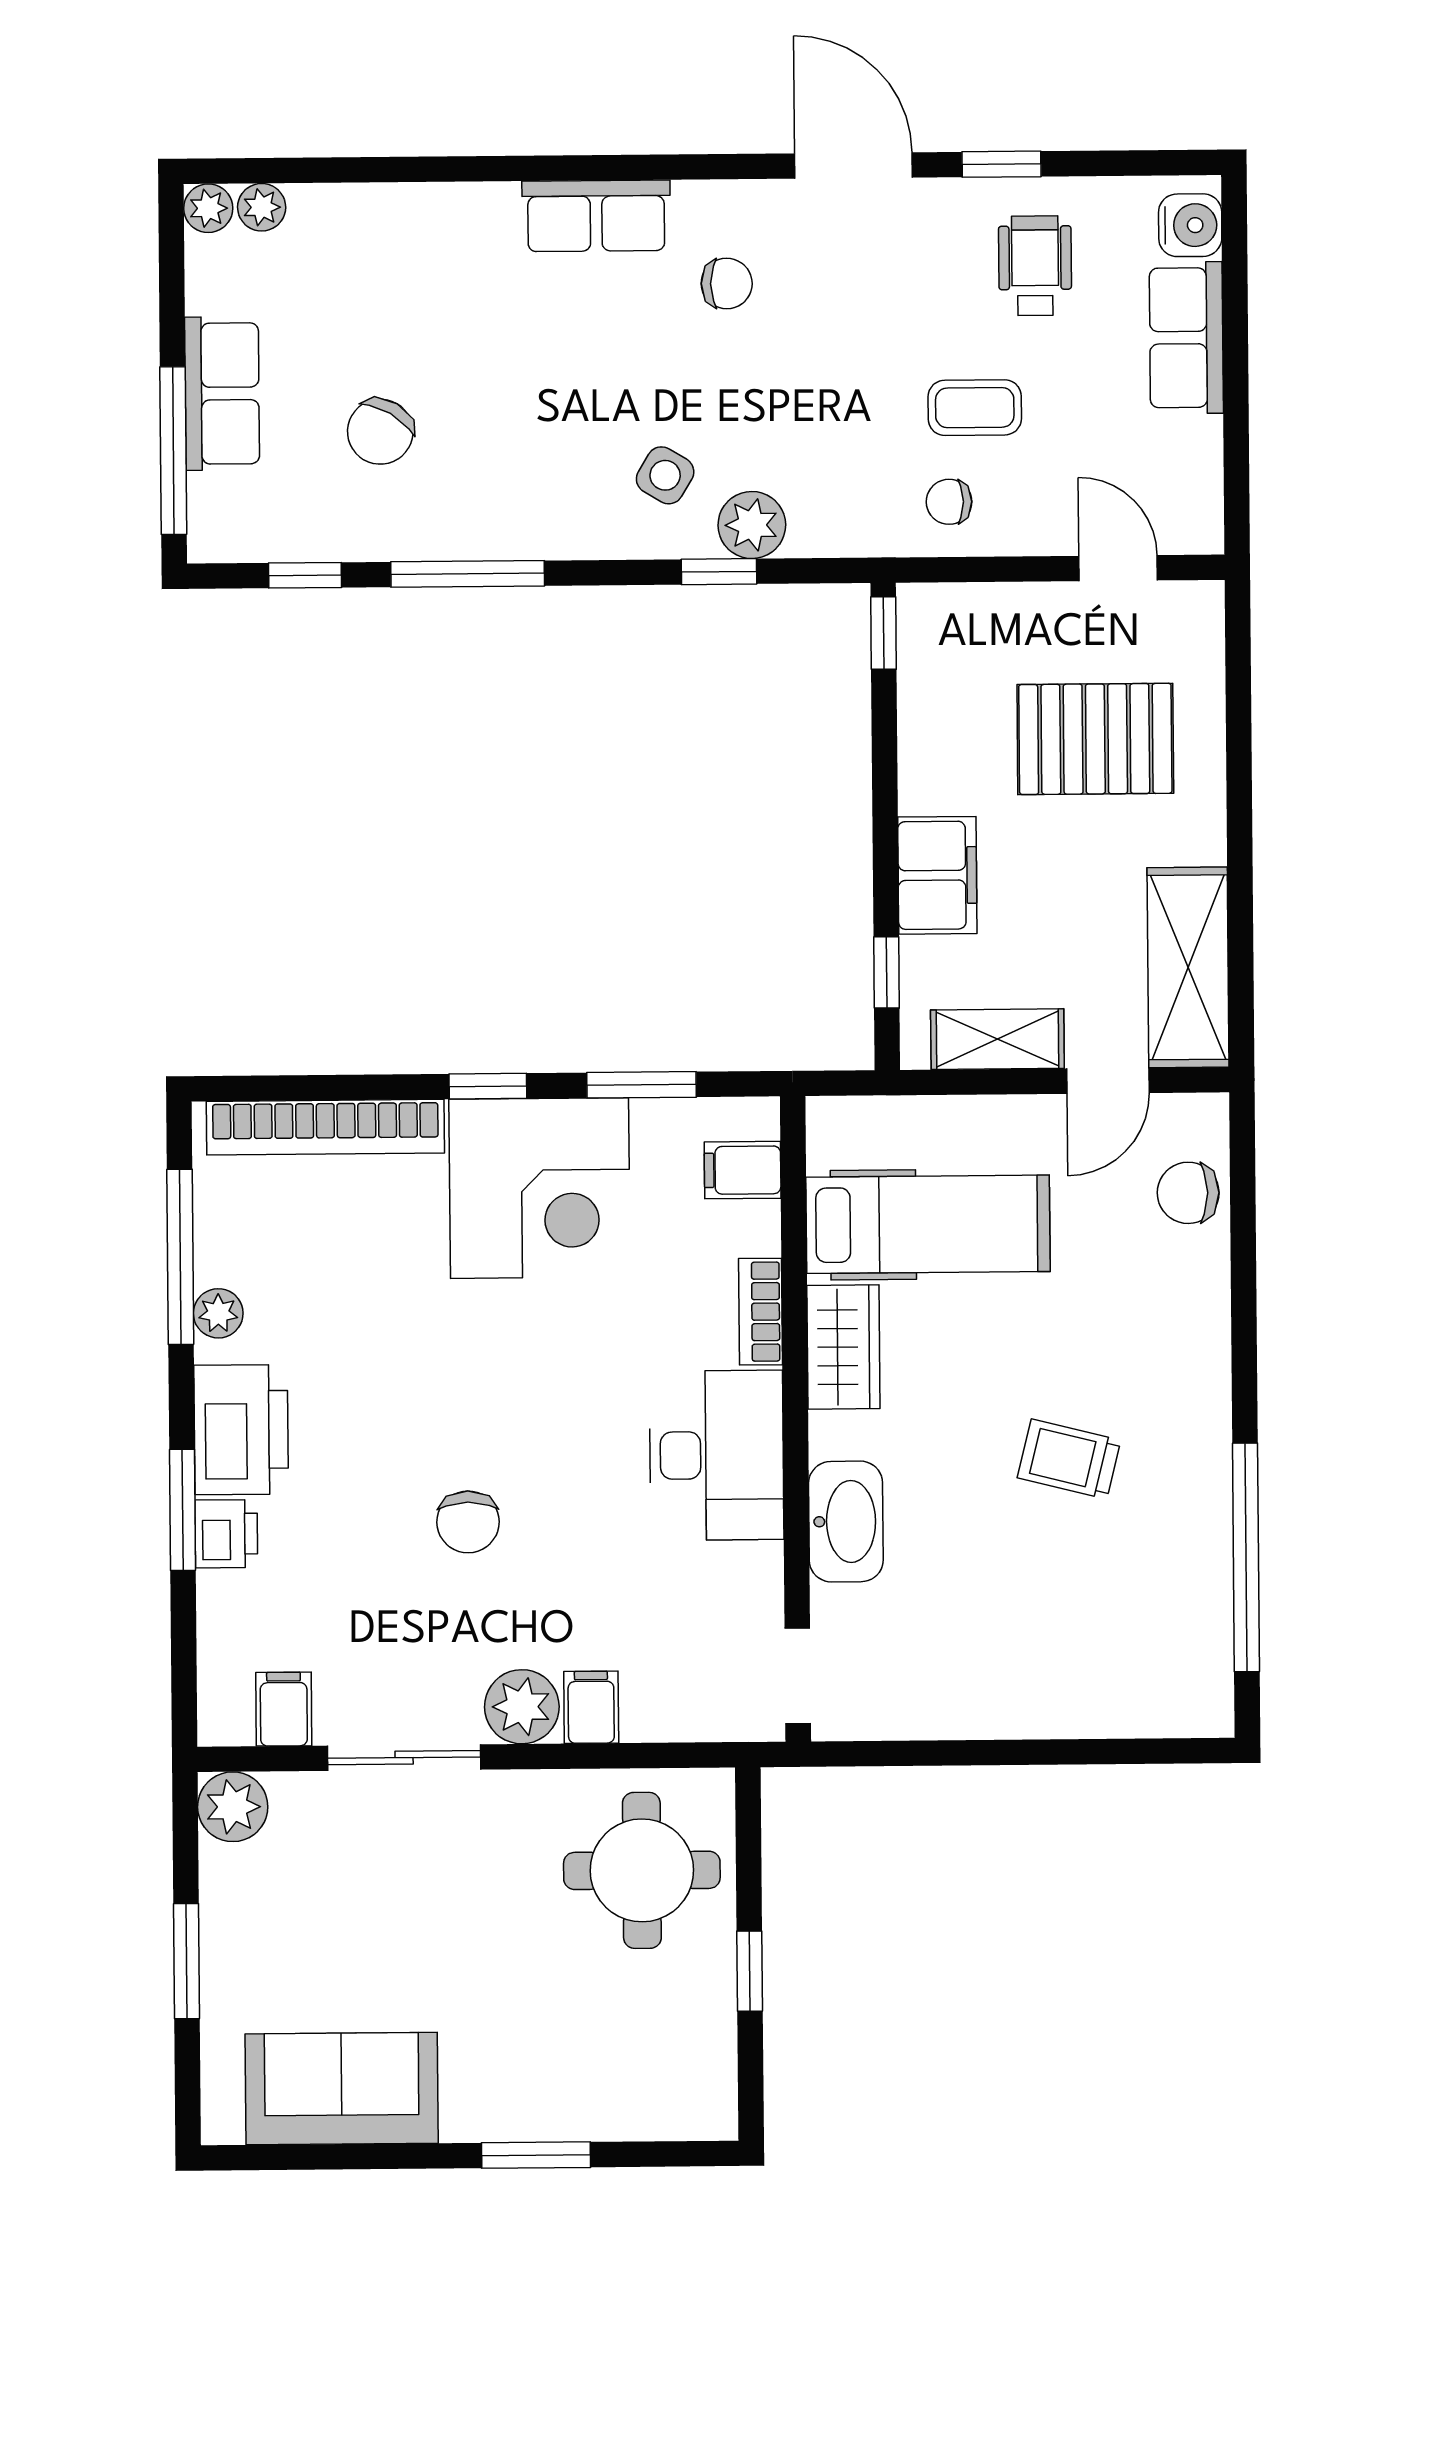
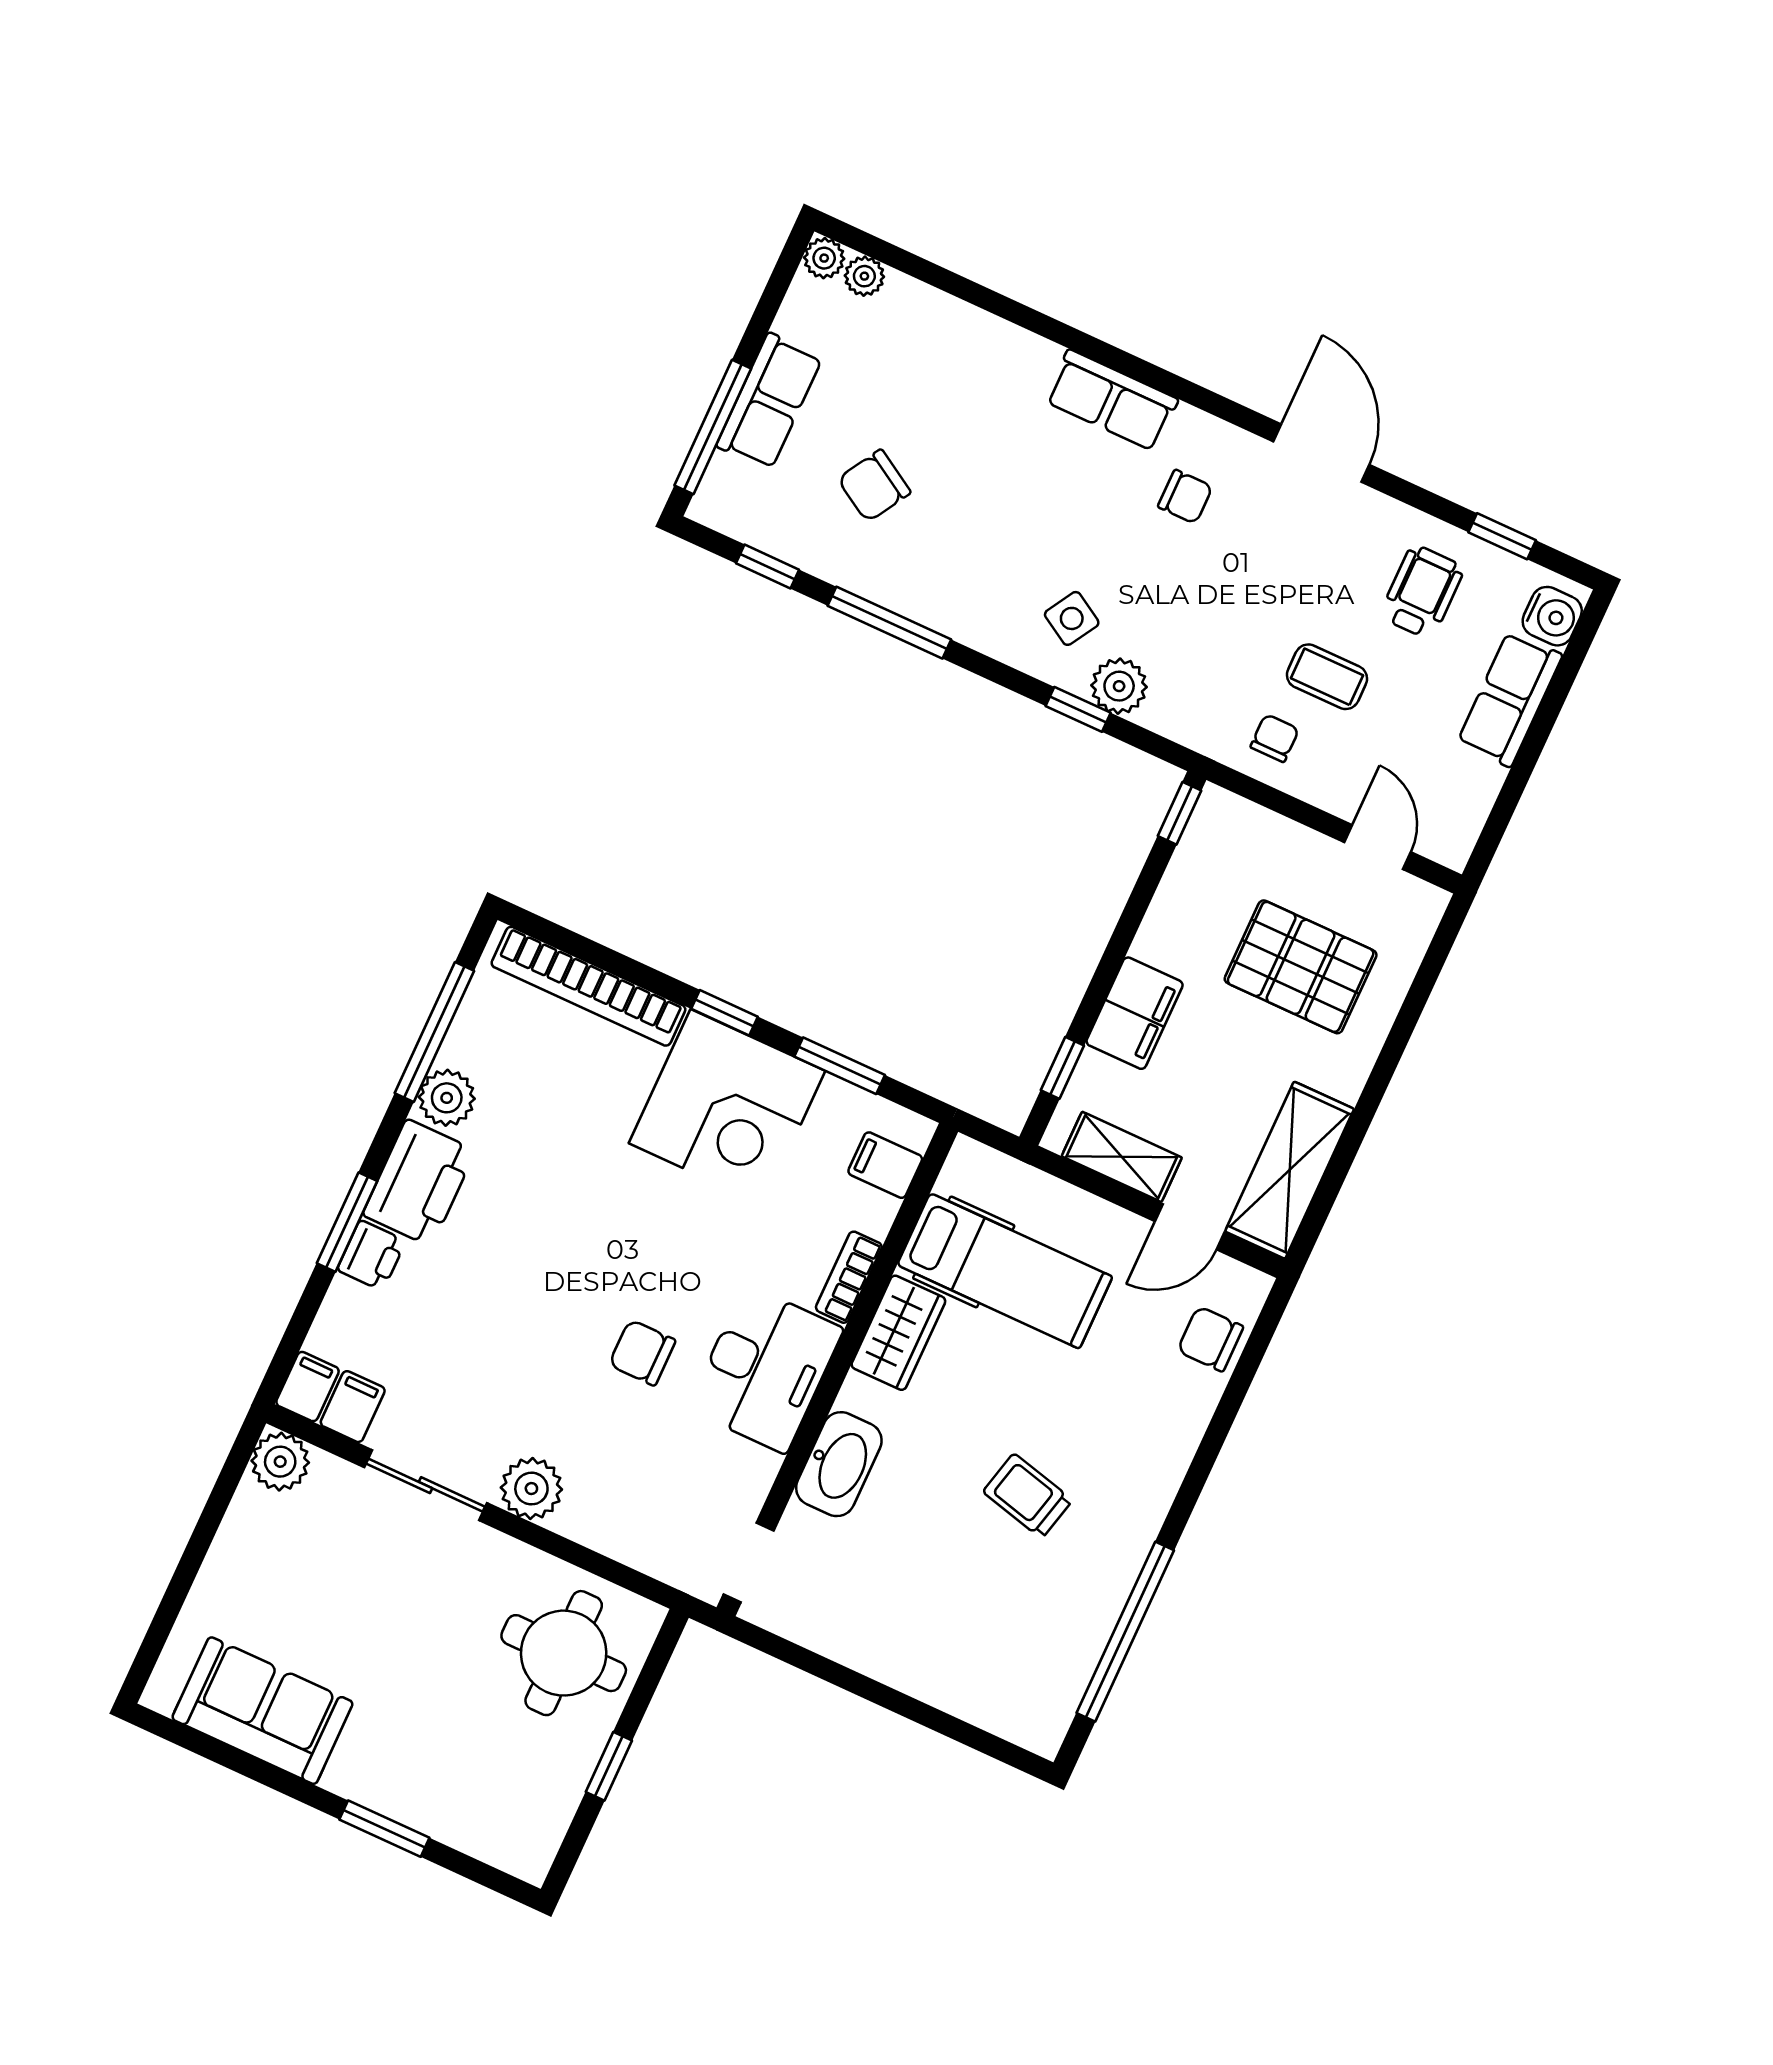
window: (1001, 164) -> (1502, 536), moved
chair: (949, 502) -> (1275, 738), turned 90
plant: (218, 1313) -> (447, 1098), width x1.38, depth x1.38
chair: (468, 1522) -> (642, 1353), moved, turned 90
filing cabinet: (591, 1707) -> (308, 1387), moved
window: (186, 1961) -> (191, 1561), removed

